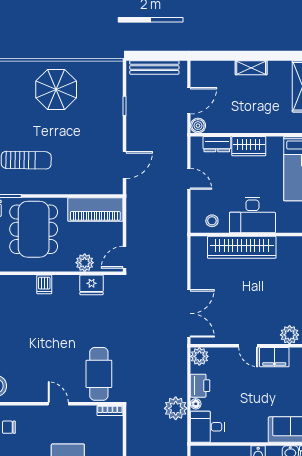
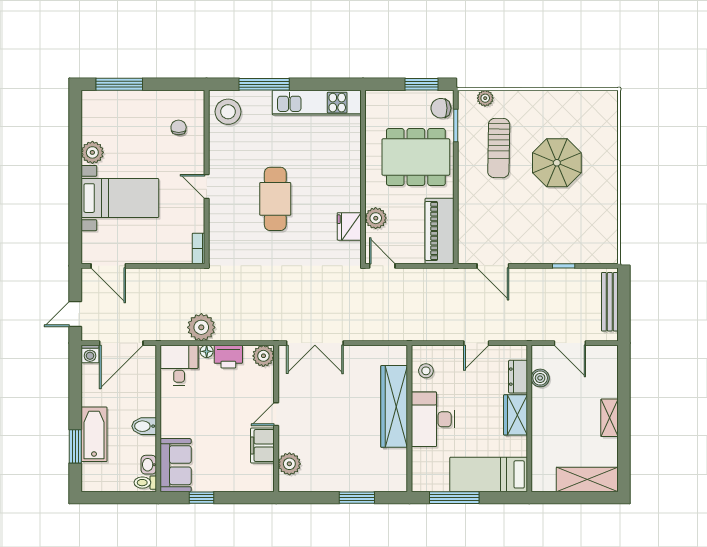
parasol: (56, 89) -> (557, 163), moved
boiler: (198, 126) -> (540, 378), moved
dishwasher: (44, 284) -> (350, 170), removed
cafe table: (99, 374) -> (275, 199), moved, turned 90
door: (58, 404) -> (207, 186), swing flipped

